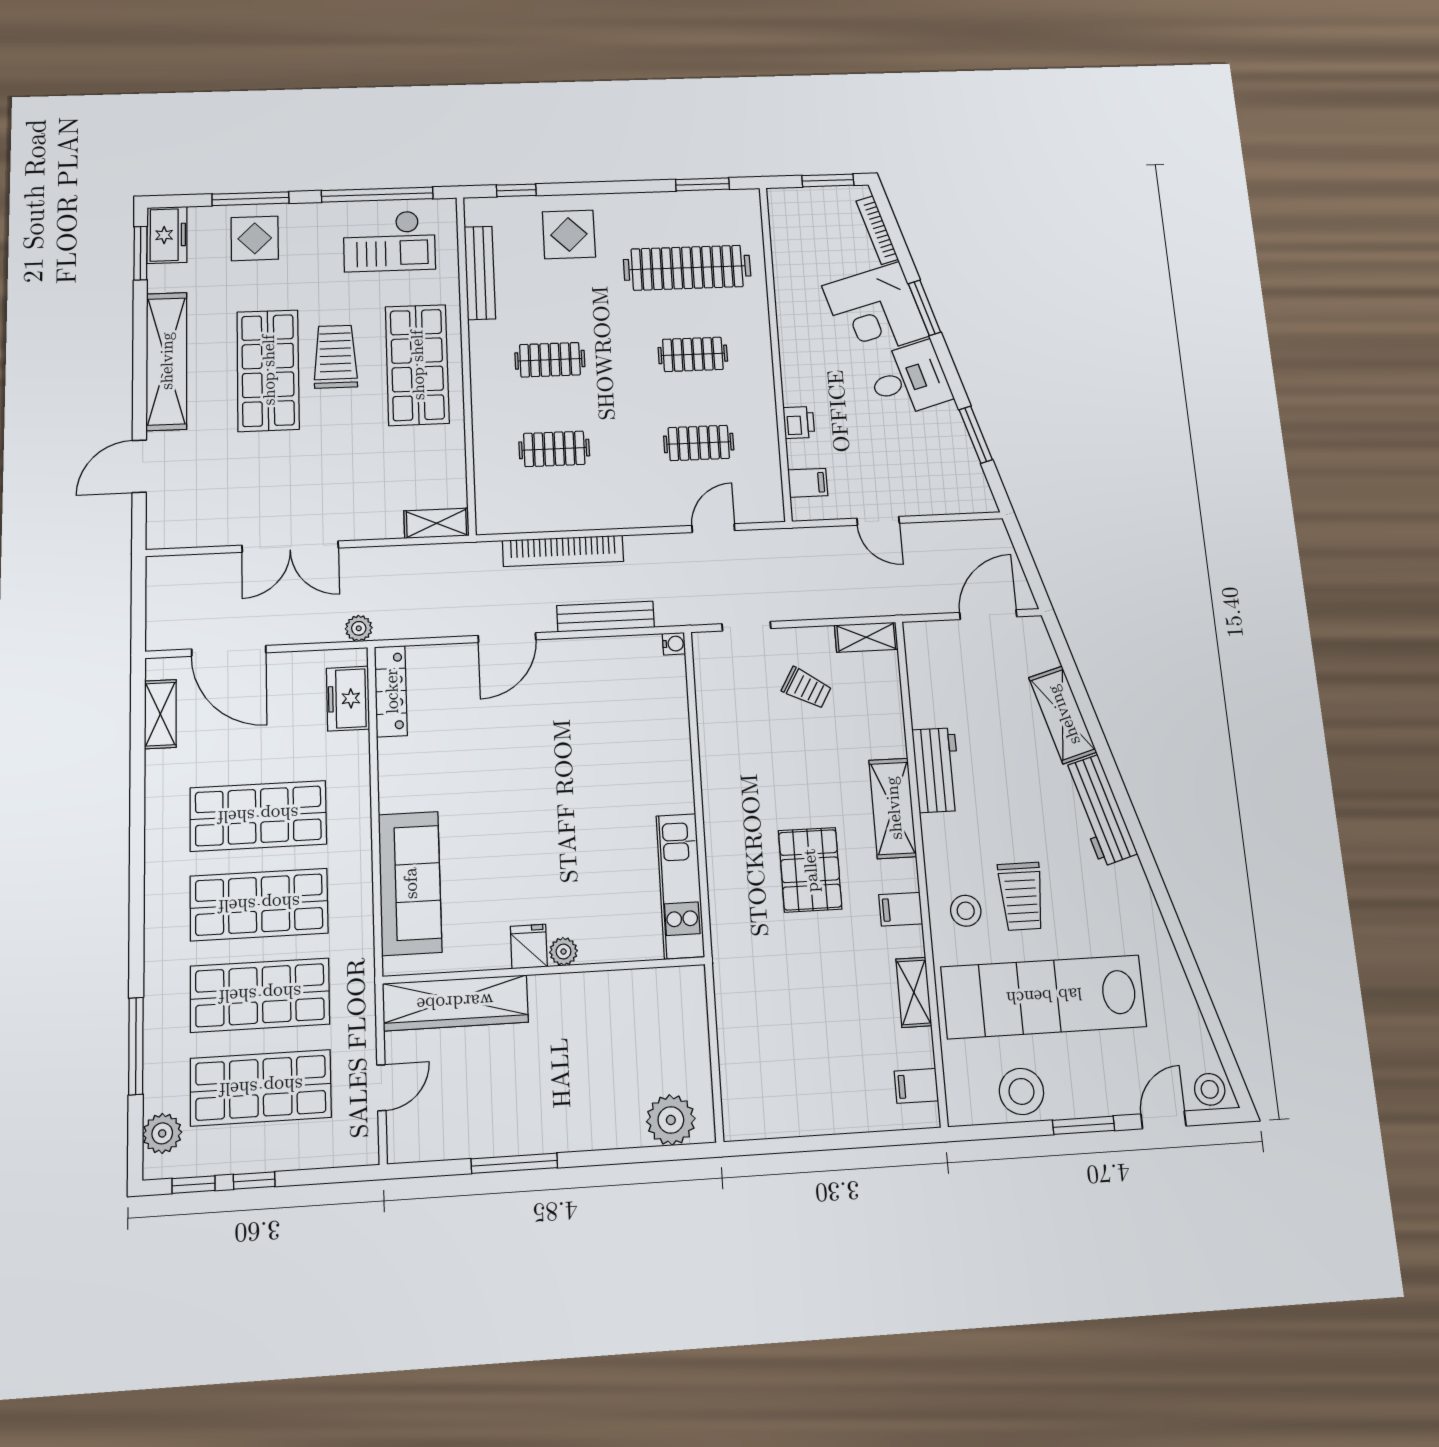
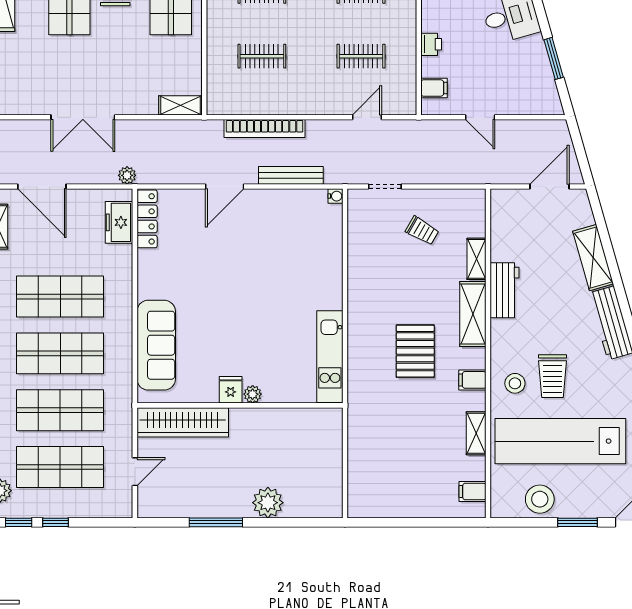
shelving: (866, 637) -> (477, 259), moved, turned 90
plant: (671, 1120) -> (268, 503), moved

